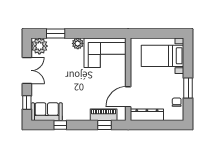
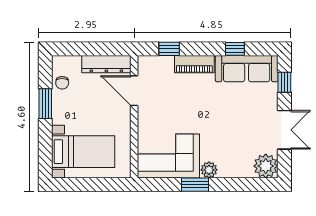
window: (56, 34) -> (195, 185), moved
double door: (27, 70) -> (284, 130), swing flipped
door: (128, 97) -> (134, 91), swing flipped
sofa: (47, 112) -> (247, 69), width x1.36
piano: (104, 115) -> (194, 64), moved

